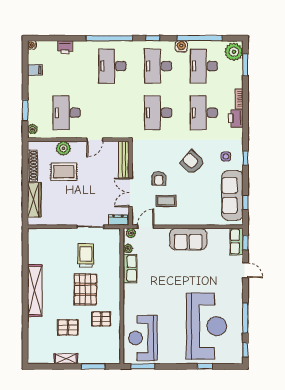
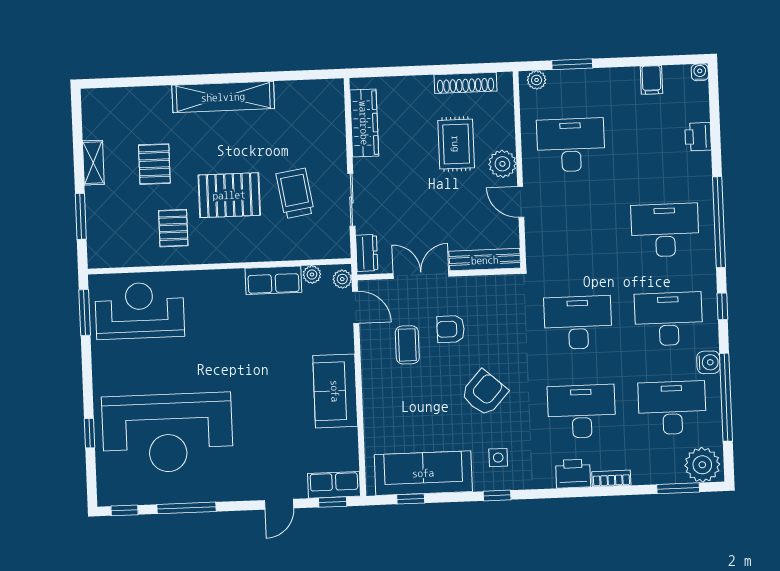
plant: (63, 148) -> (502, 164), moved
wardrobe: (34, 200) -> (364, 123), moved, turned -90
trolley: (86, 256) -> (295, 193), turned -100

